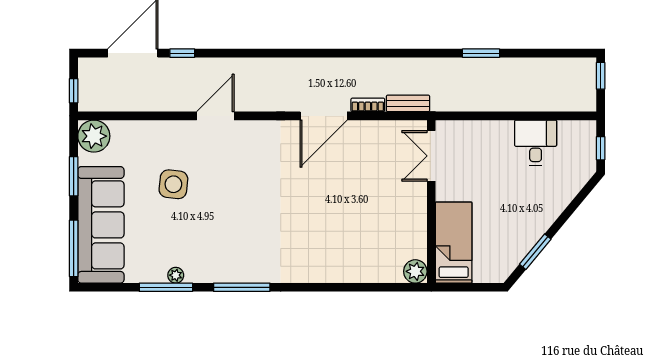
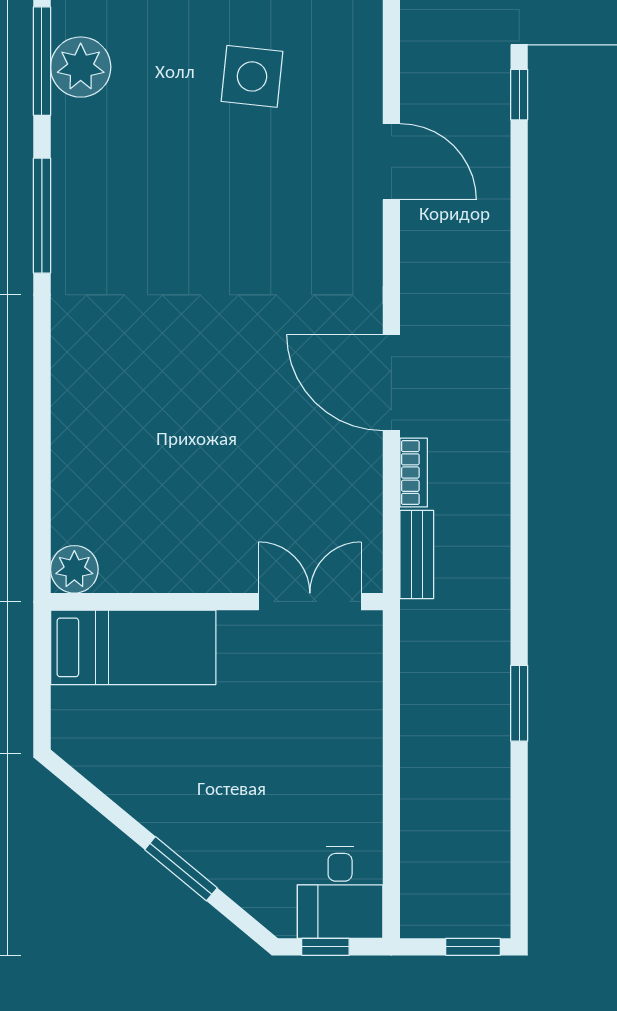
desk: (536, 143) -> (340, 892), moved, turned 90
window: (535, 252) -> (181, 869), moved
plant: (176, 275) -> (81, 67), width x1.88, depth x1.88

